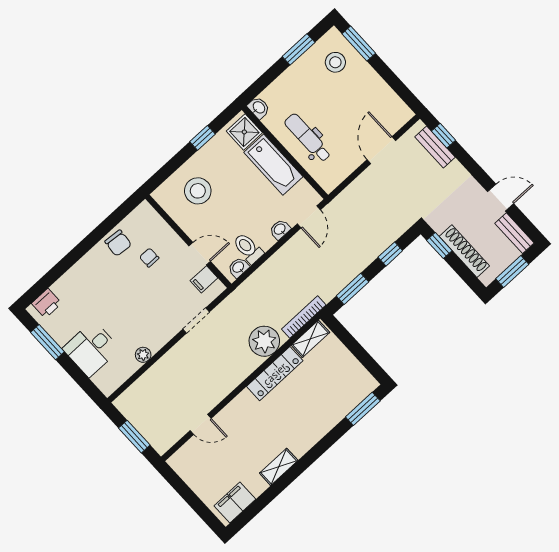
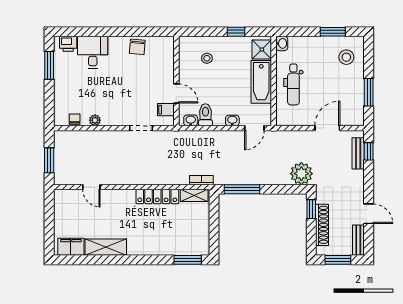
window: (359, 43) -> (369, 92), moved
dental chair: (308, 138) -> (293, 85), turned 180
stool: (198, 191) -> (207, 58), width x0.53, depth x0.53
window: (390, 254) -> (280, 189), removed
chair: (149, 258) -> (75, 119), moved
window: (352, 289) -> (242, 189), width x1.44
bookcase: (304, 317) -> (201, 180), width x0.64
plant: (264, 341) -> (301, 174), moved
desk: (91, 349) -> (93, 52), moved, turned 90
shelving: (279, 467) -> (106, 247), width x1.50, depth x1.33

